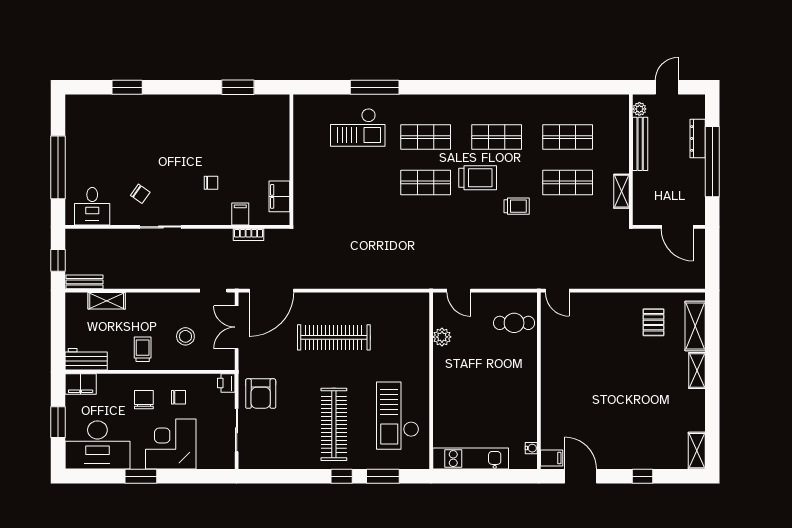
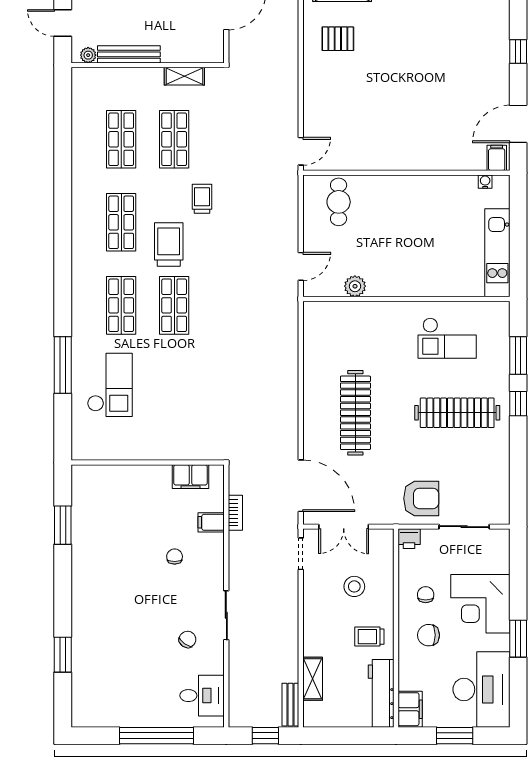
workbench: (86, 359) -> (381, 693), width x1.38
checkout: (398, 416) -> (447, 338), width x0.73, depth x0.83

